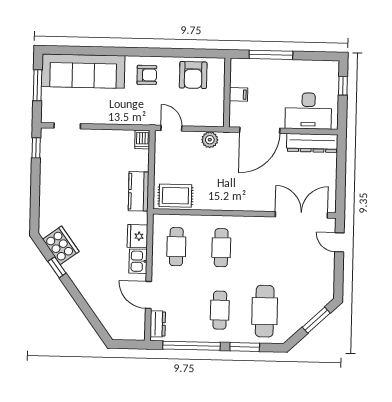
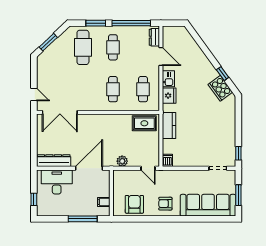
filing cabinet: (238, 94) -> (104, 202), moved

